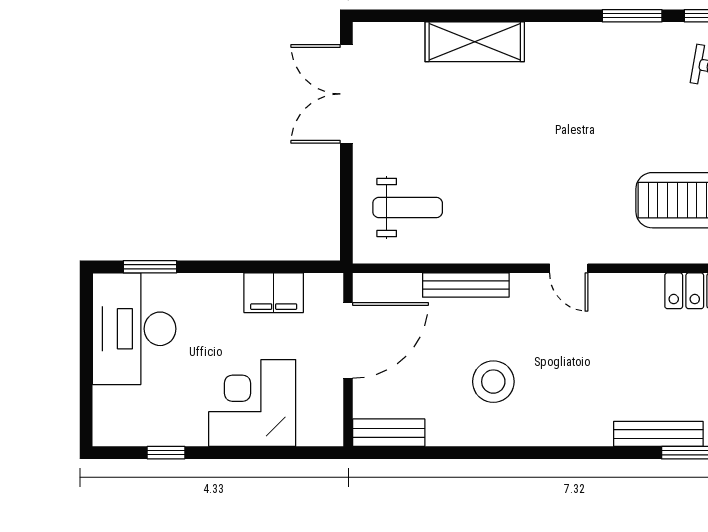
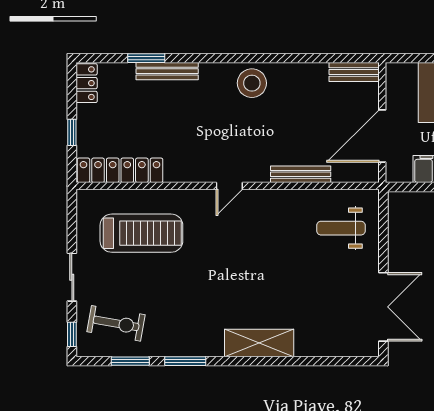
shelving: (475, 42) -> (259, 343), moved
door: (569, 268) -> (229, 186), swing flipped
stool: (493, 382) -> (252, 83), moved

